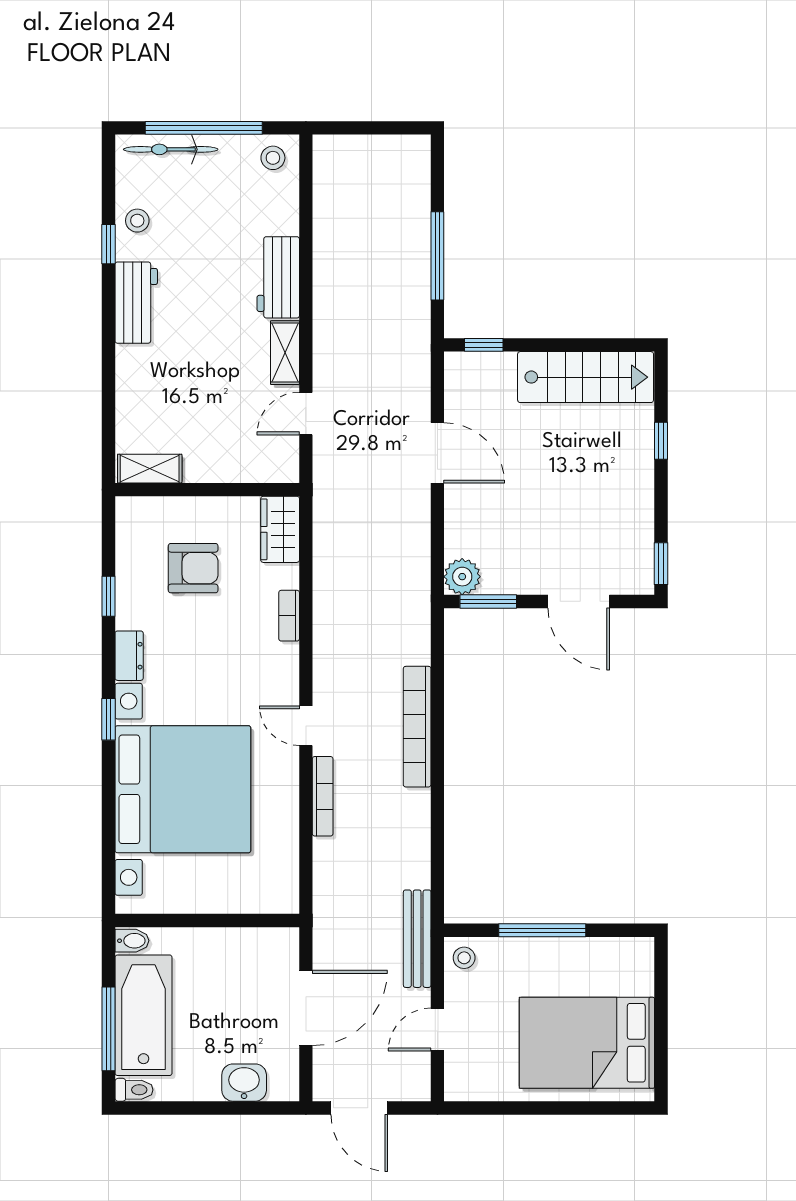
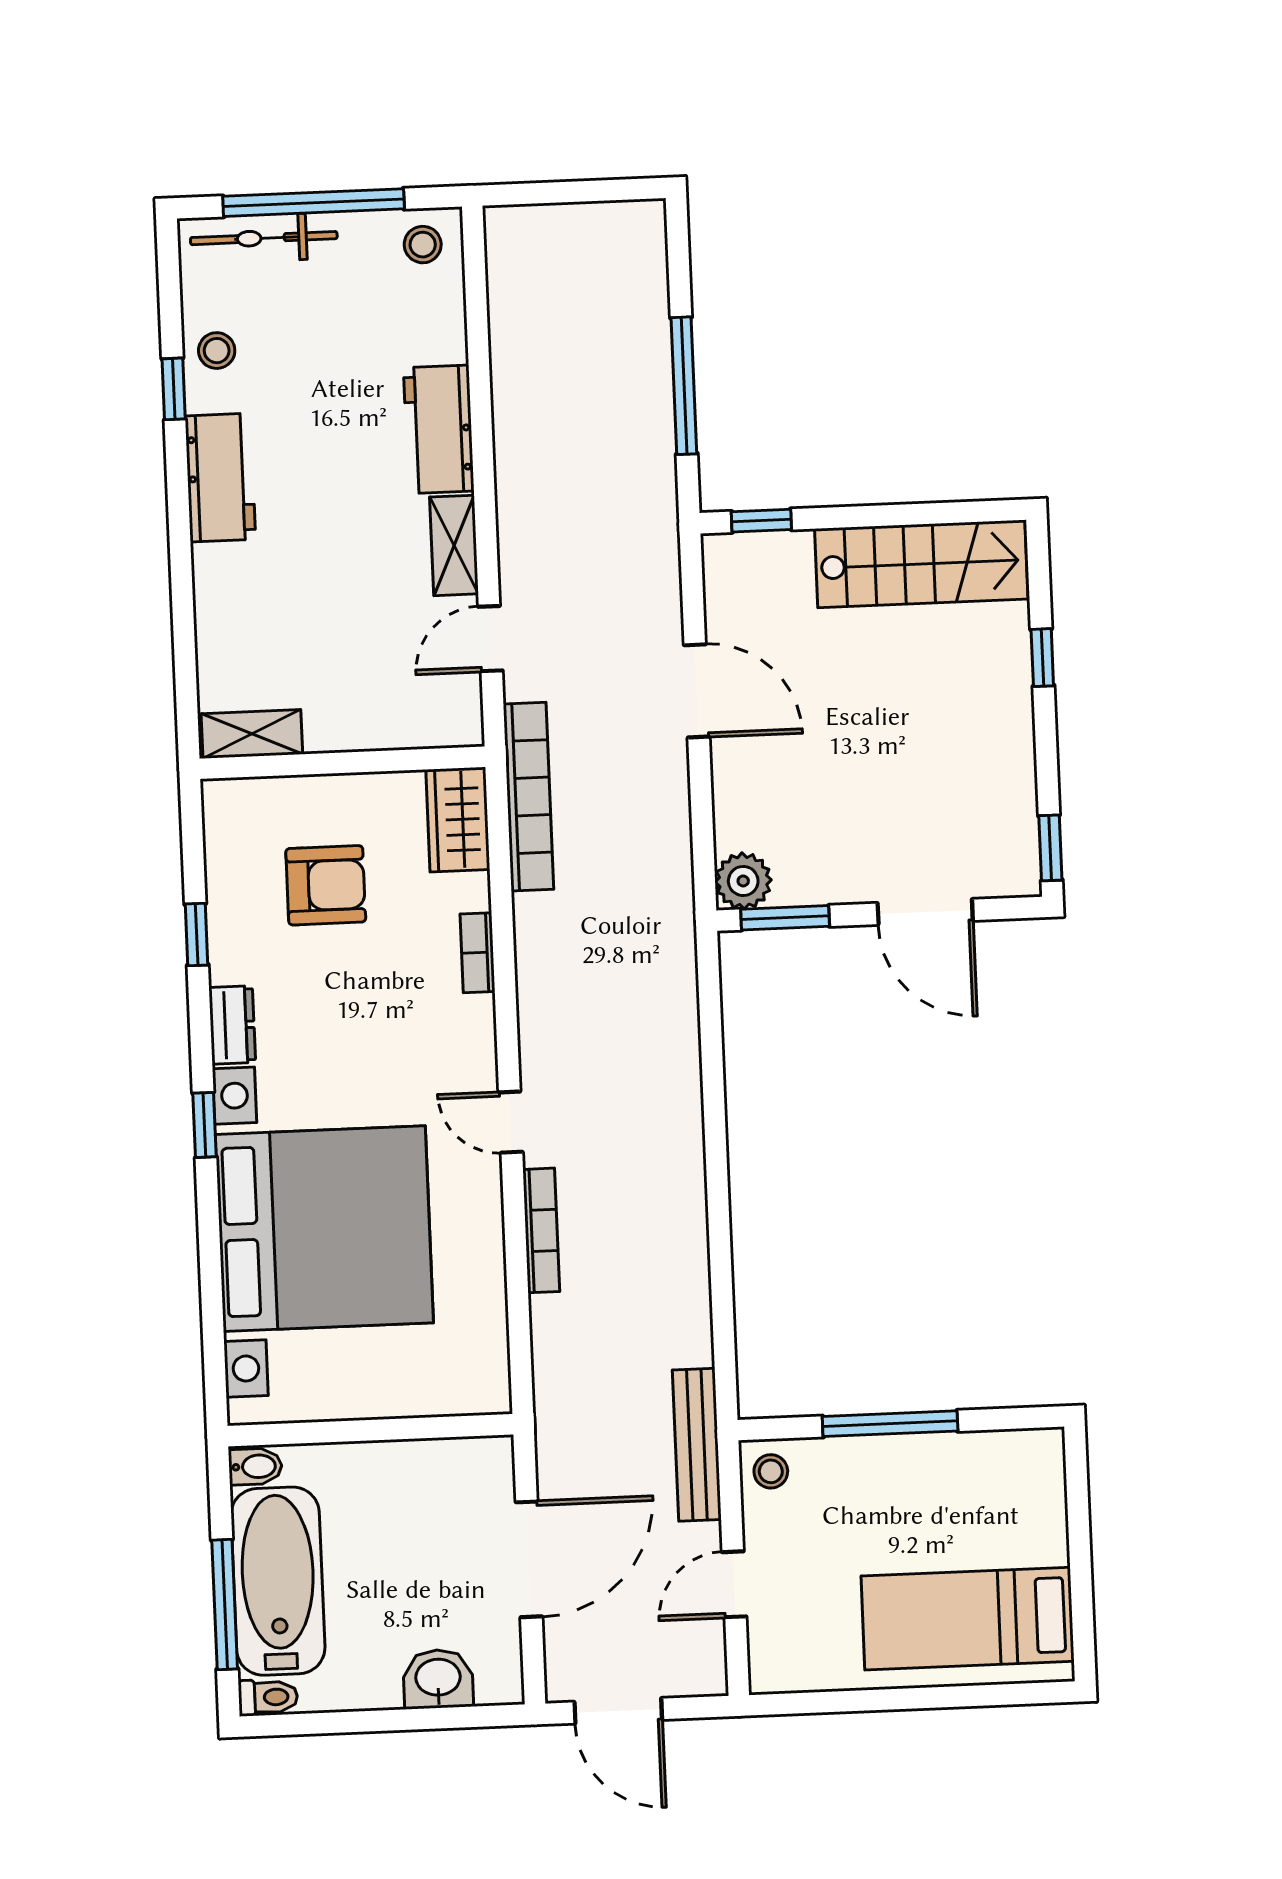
bookcase: (417, 727) -> (528, 797), moved, turned 180
bed: (587, 1043) -> (968, 1619), width x0.67

